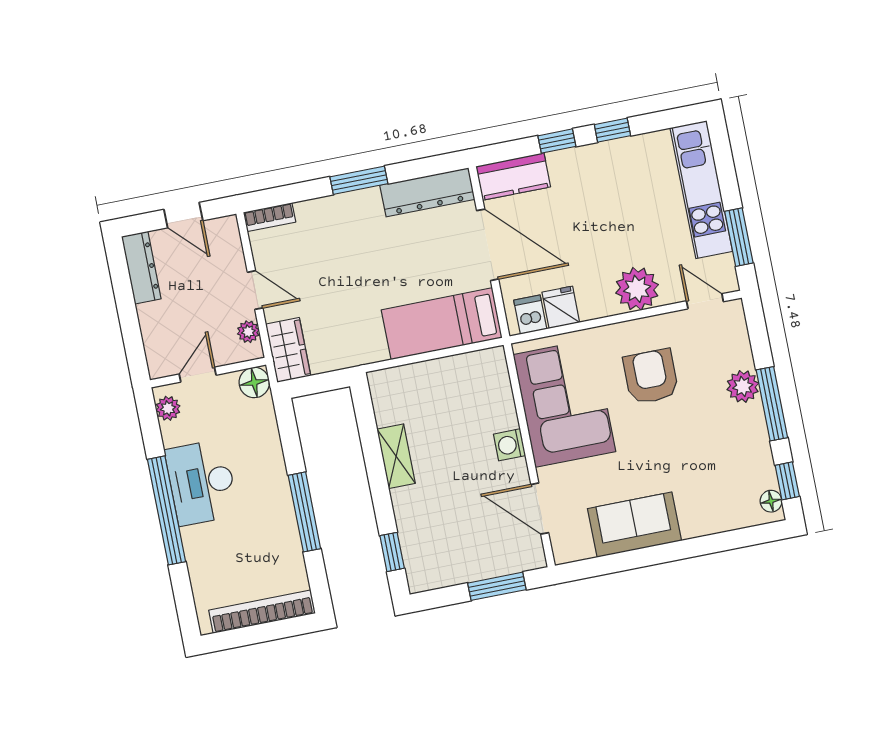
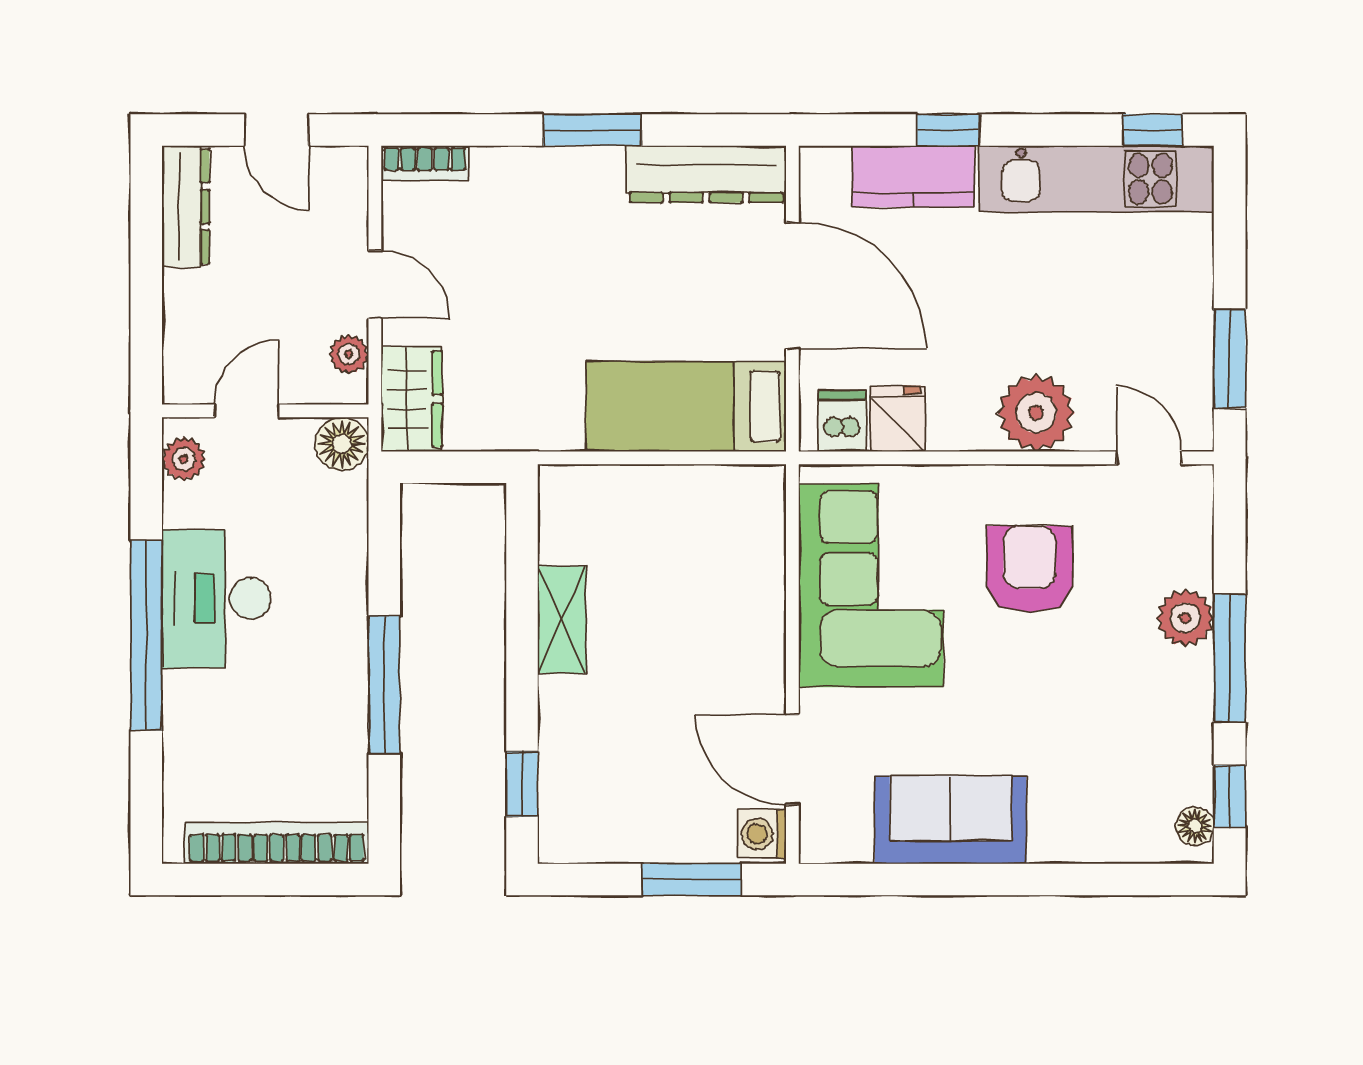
window: (612, 130) -> (1153, 130), moved
kitchen counter: (513, 177) -> (913, 176), moved
kitchen unit: (701, 190) -> (1096, 179), moved, turned -90
washing machine: (510, 445) -> (762, 834), moved

